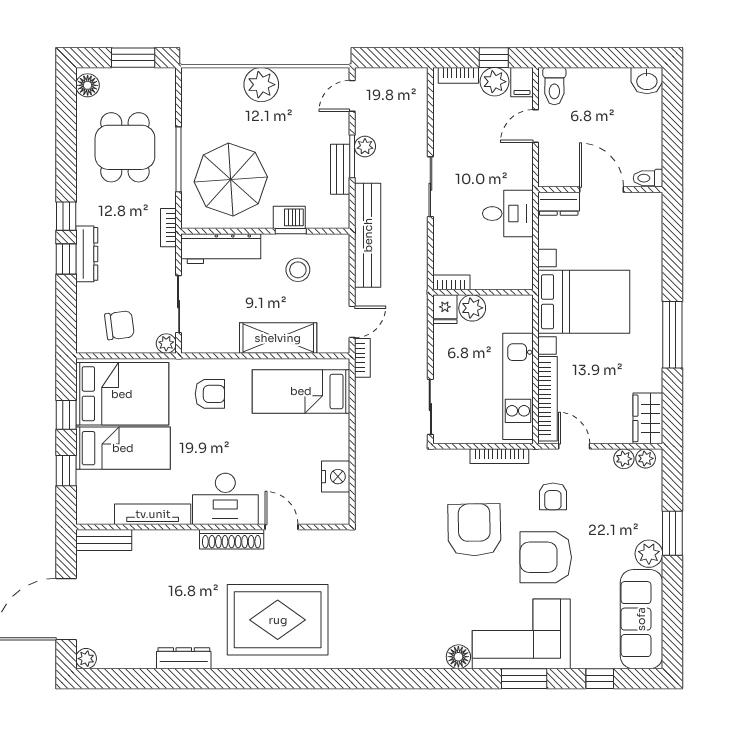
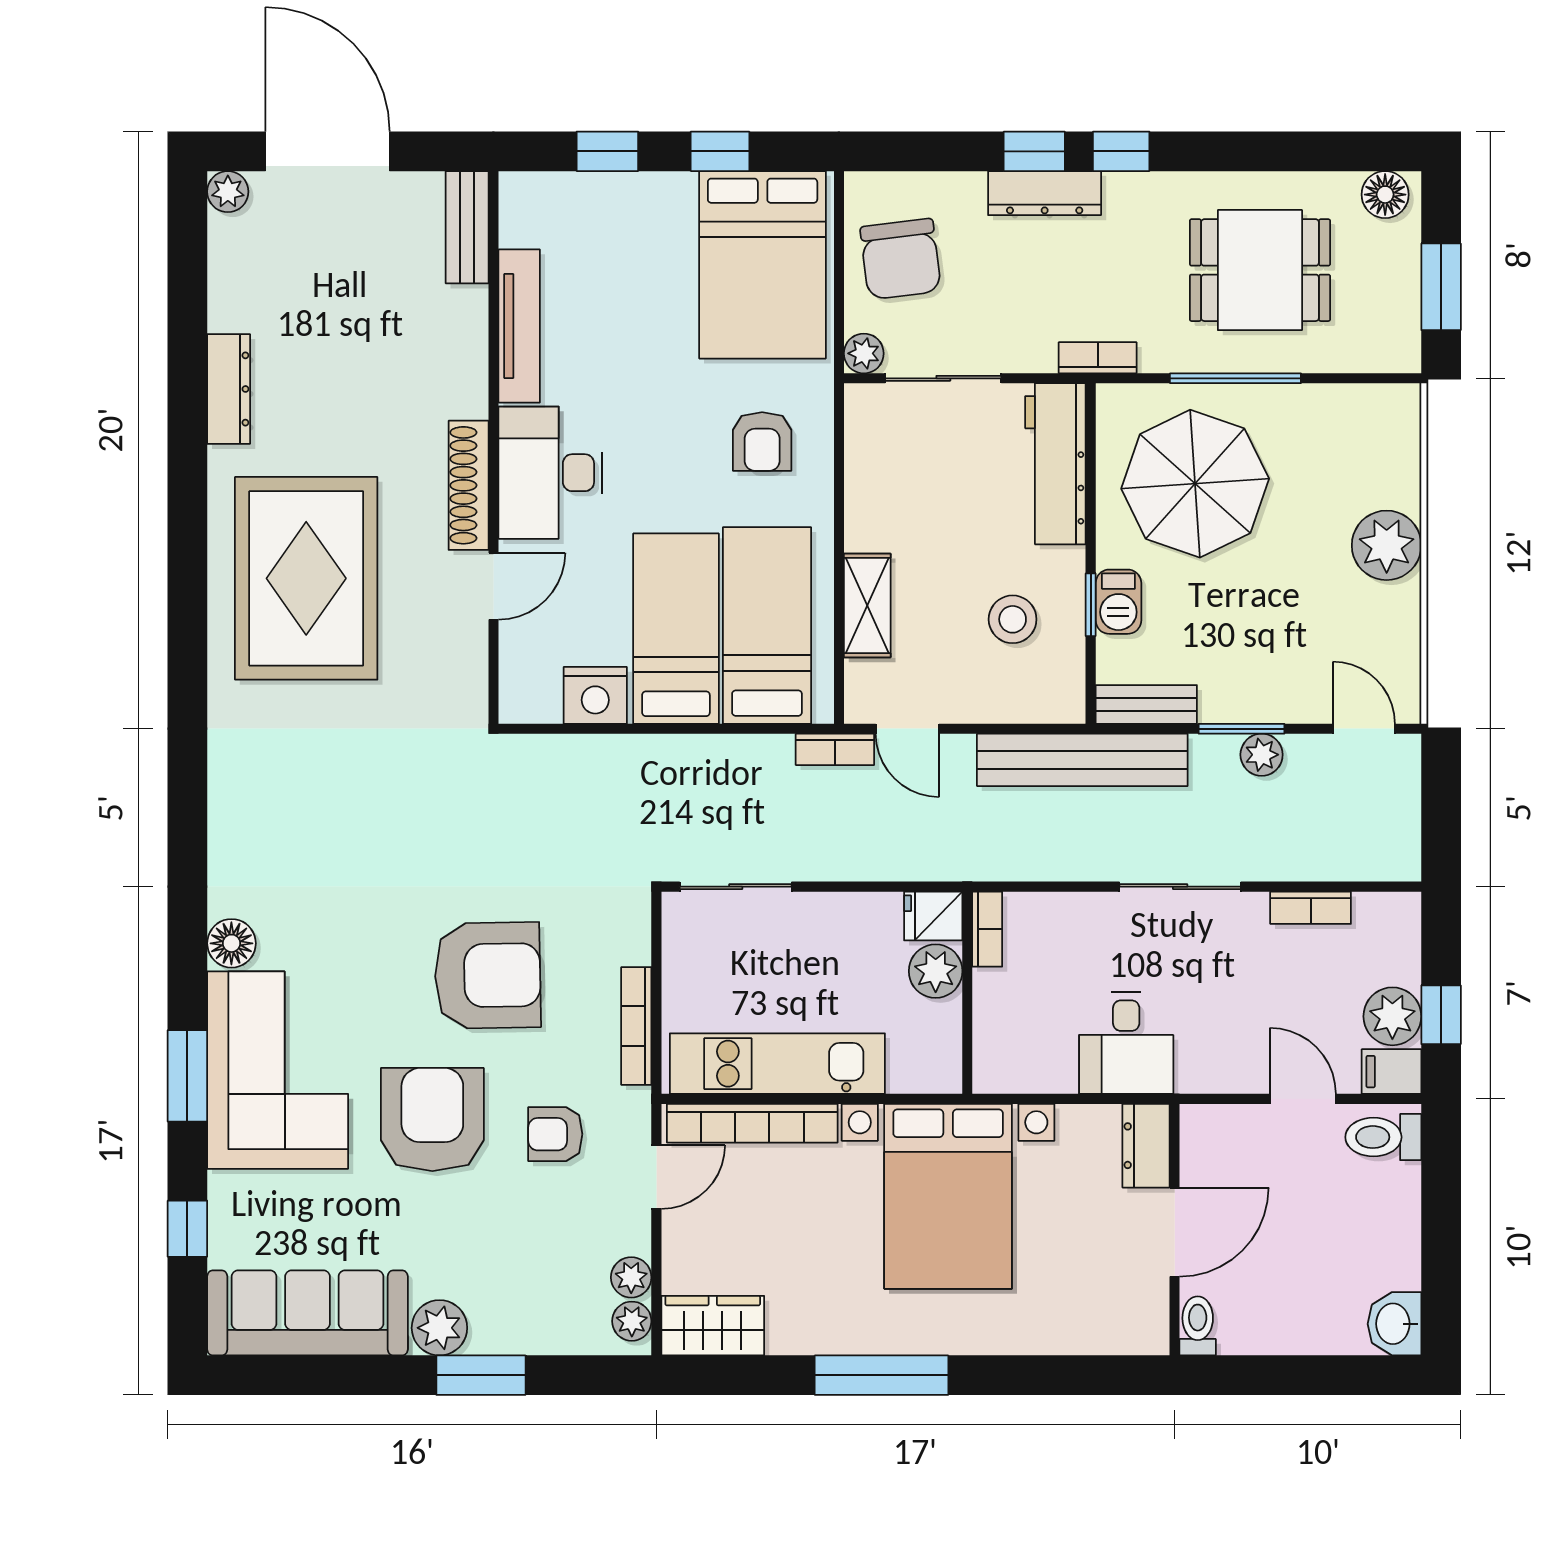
bookcase: (458, 75) -> (1311, 908), moved, turned -90
bench: (340, 169) -> (1146, 704), moved
chair: (119, 325) -> (901, 259), width x1.37, depth x1.37
shelving: (278, 338) -> (867, 605), width x0.67, depth x0.75
bed: (123, 448) -> (676, 629), moved, turned 180

